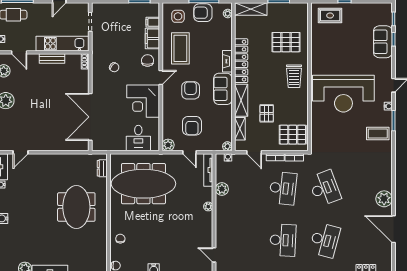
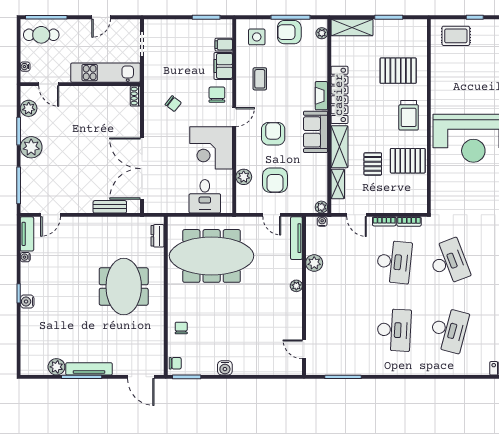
coffee table: (180, 48) -> (260, 79), width x0.54, depth x0.58
bench: (52, 59) -> (110, 207), moved
pallet: (293, 135) -> (408, 161), moved
plant: (168, 145) -> (244, 177), moved

